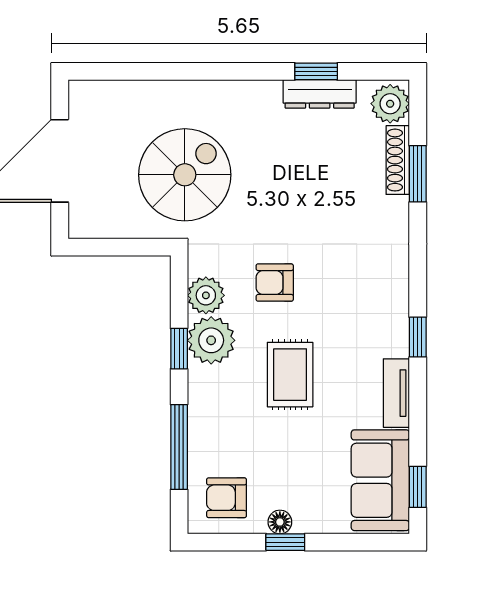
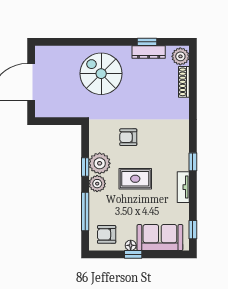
window: (418, 174) -> (193, 88), removed
spiral stairs: (185, 175) -> (101, 74), moved, turned -90
plant: (206, 295) -> (97, 184), moved
rug: (290, 375) -> (135, 179), turned 90
sofa: (380, 480) -> (160, 238), moved, turned 90

